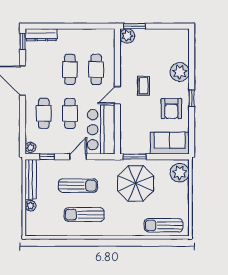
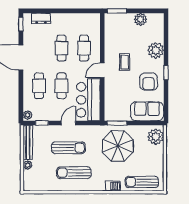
dresser: (41, 35) -> (41, 18), width x0.70
plant: (127, 36) -> (141, 19), moved
barbecue: (130, 230) -> (113, 186), added

